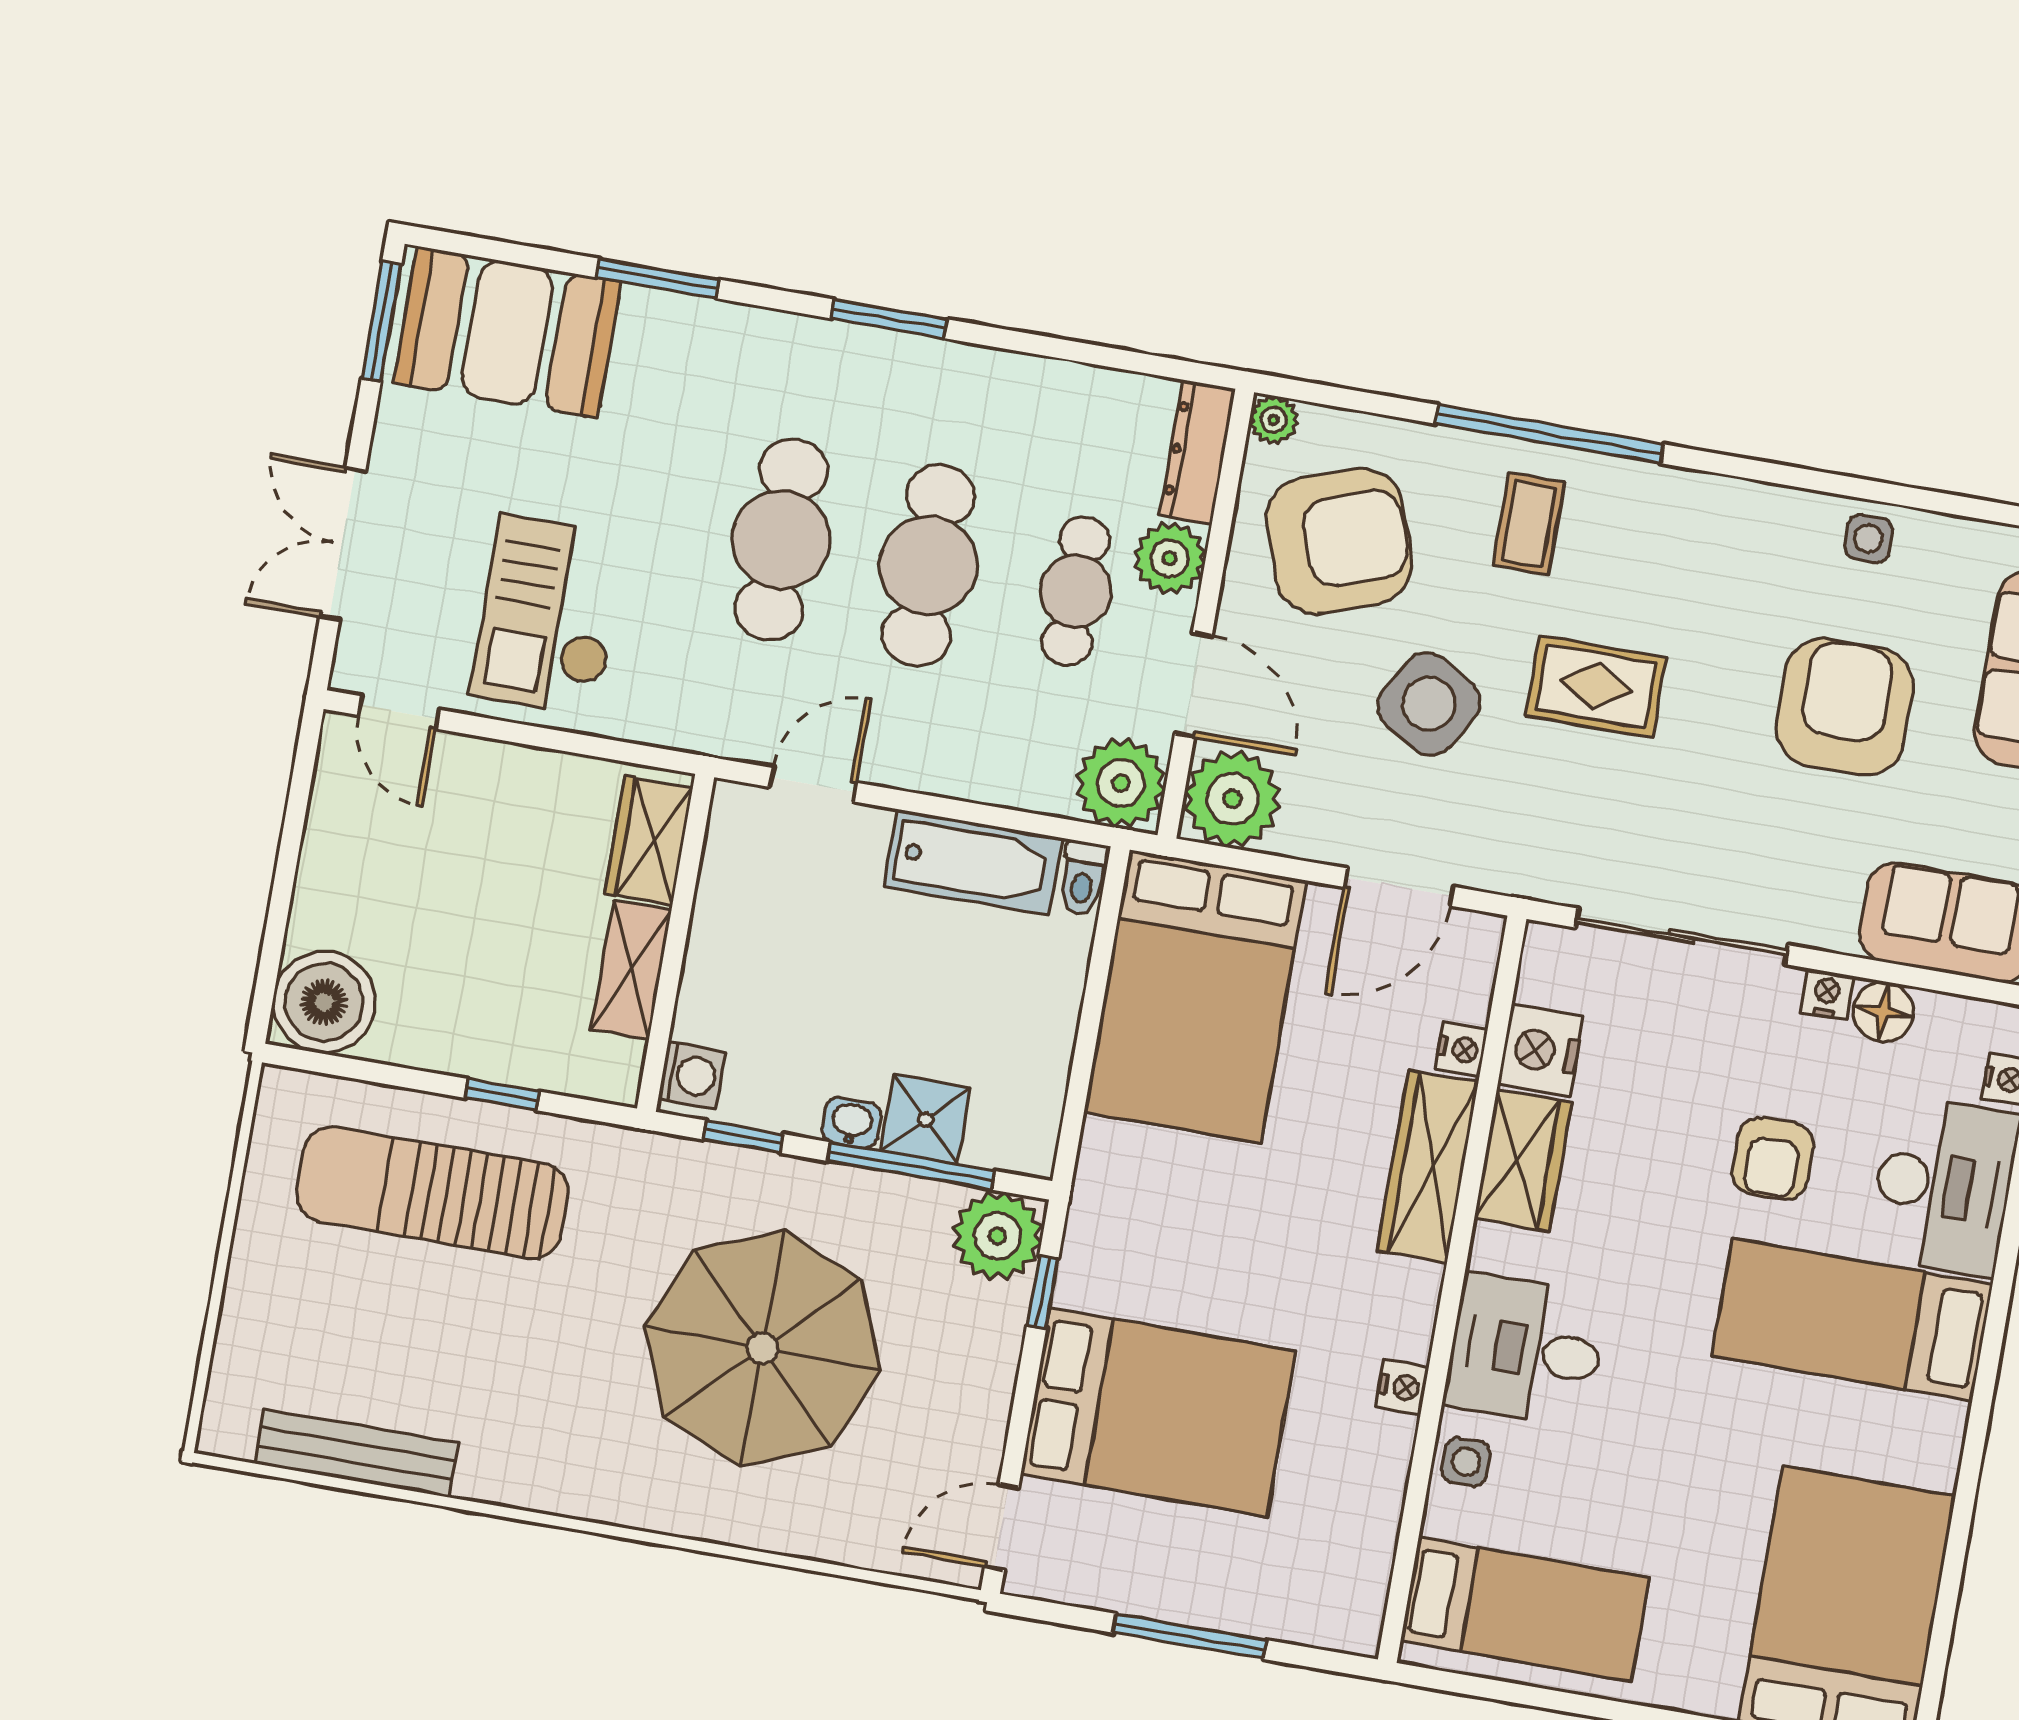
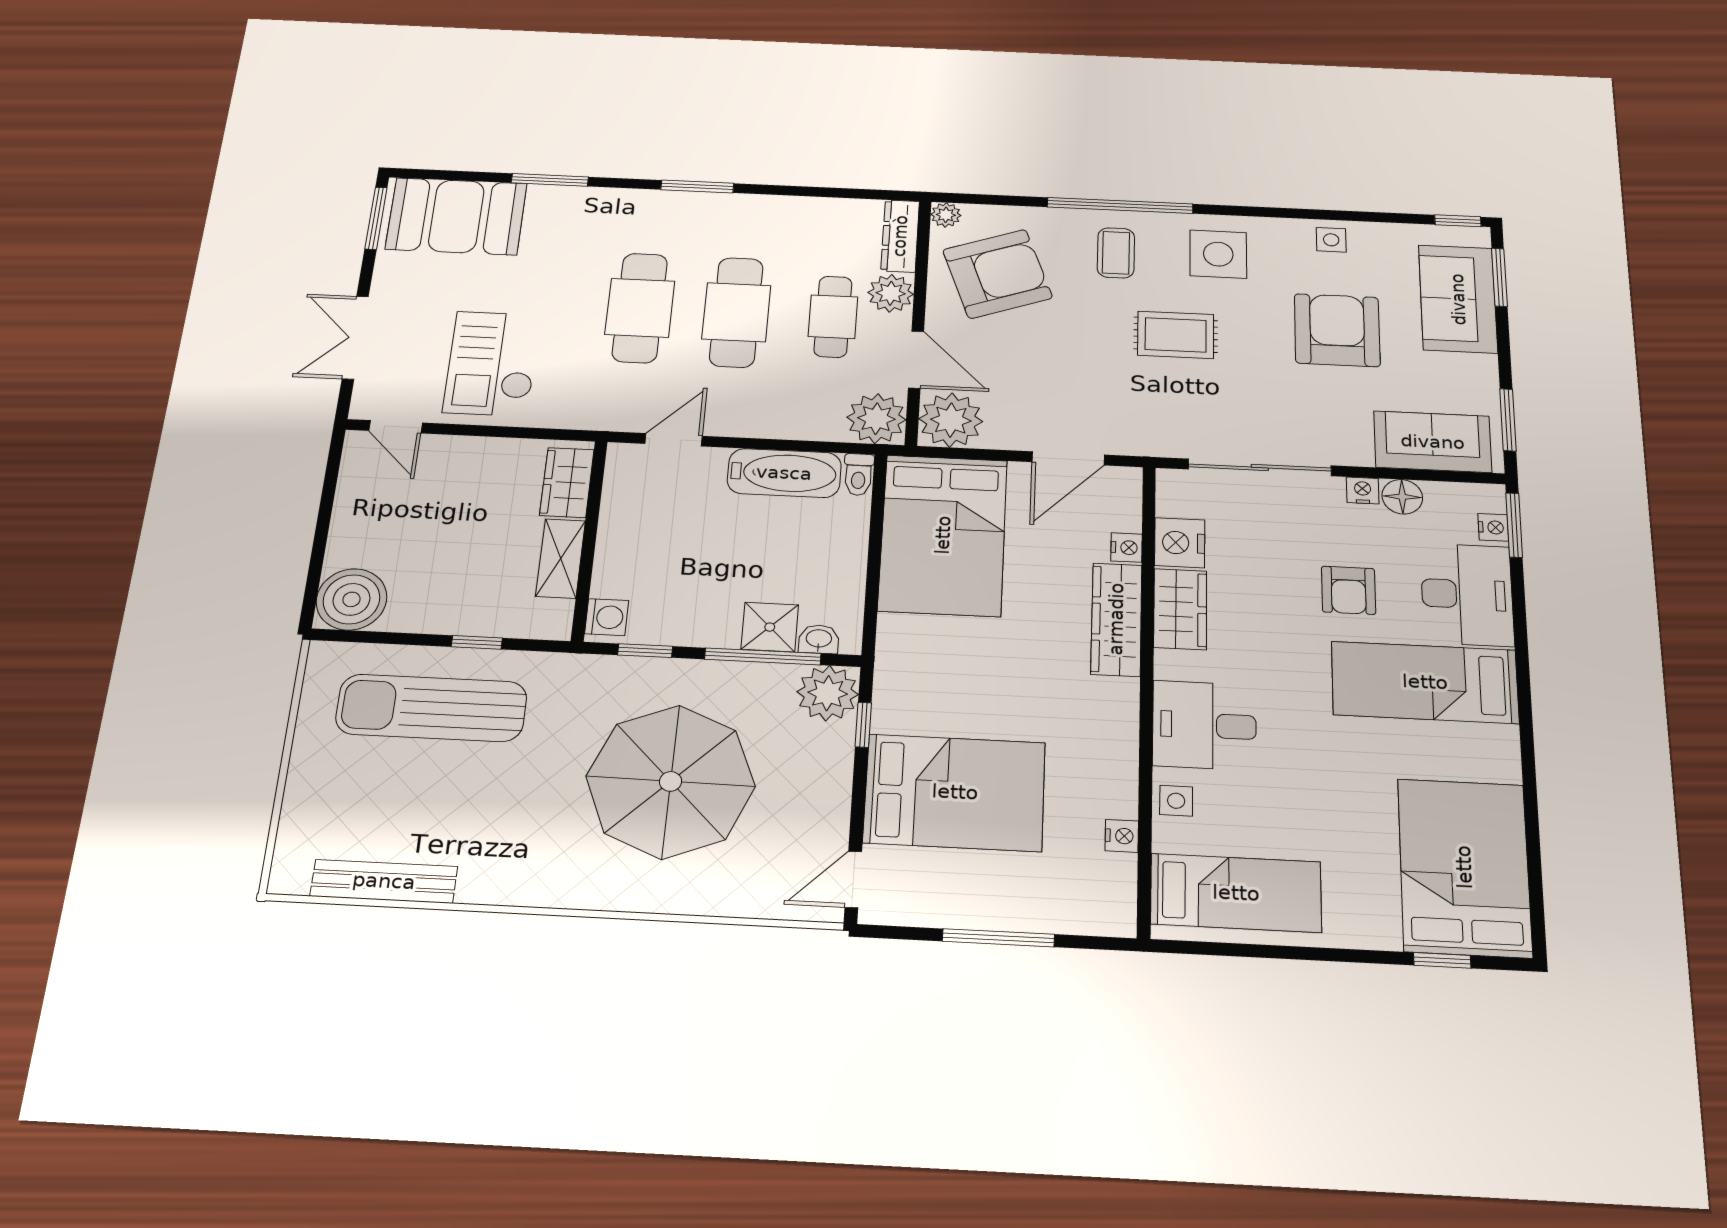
side table: (1429, 704) -> (1218, 254), moved, turned -30
washbasin: (852, 1123) -> (819, 639), moved
nightstand: (1402, 1387) -> (1122, 836), moved

